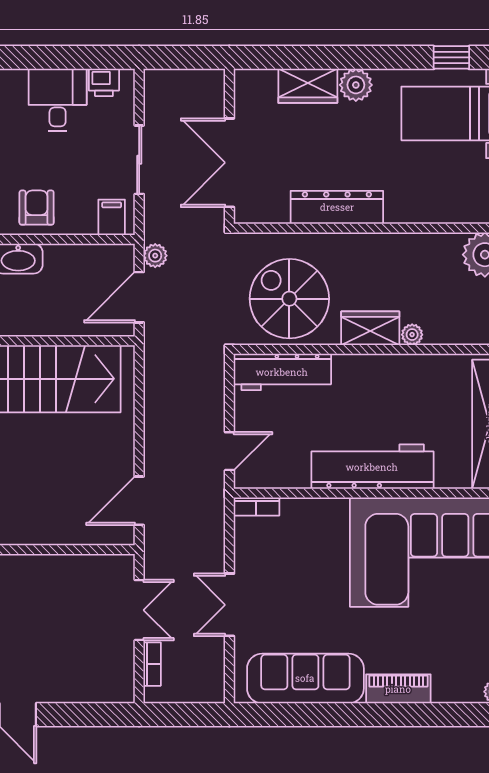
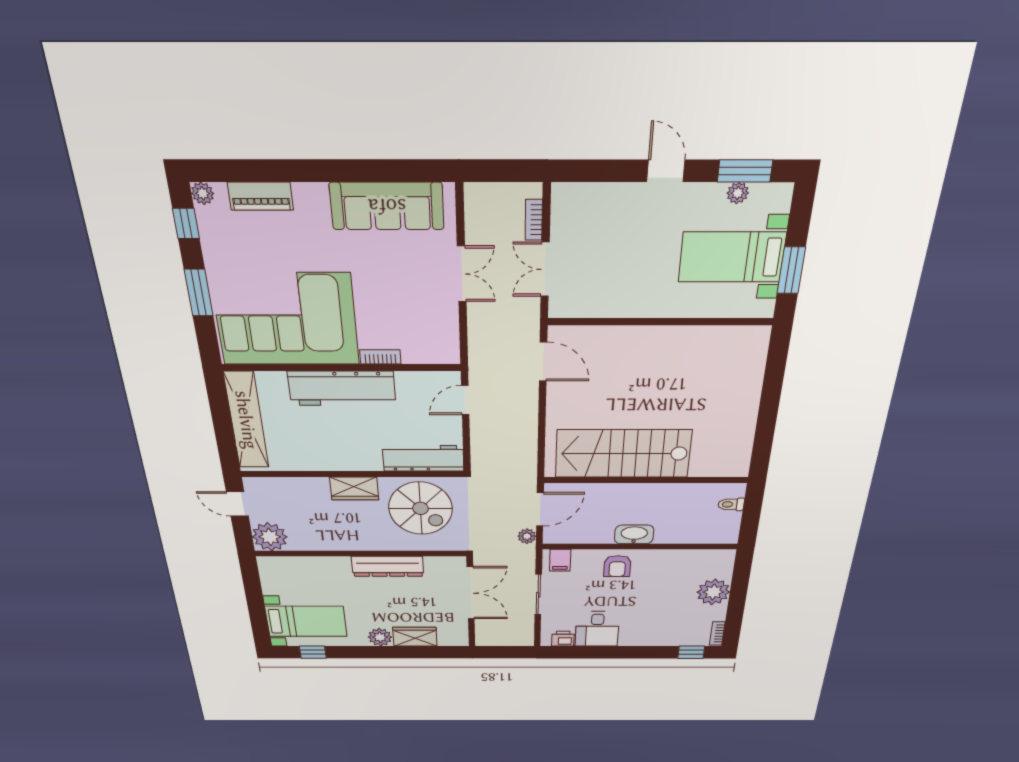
plant: (412, 335) -> (320, 484), removed
door: (139, 501) -> (543, 362), hinge flipped
bookcase: (256, 507) -> (380, 357), moved
piano: (398, 689) -> (260, 196), moved

